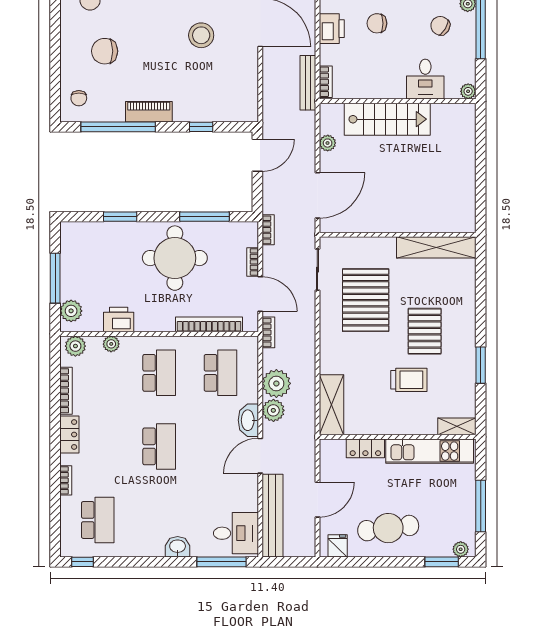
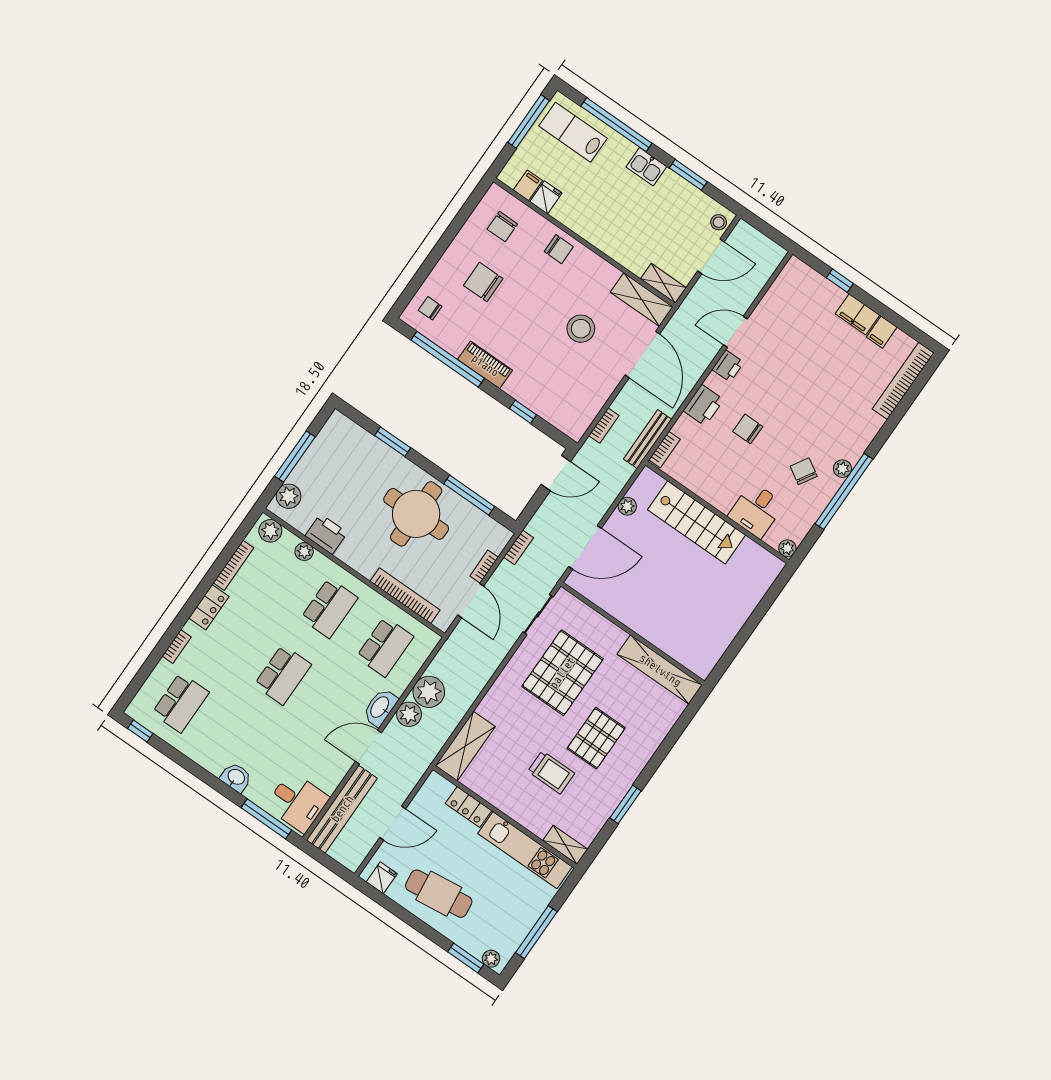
chair: (79, 98) -> (430, 308), turned 90
bookcase: (268, 332) -> (604, 425), moved

